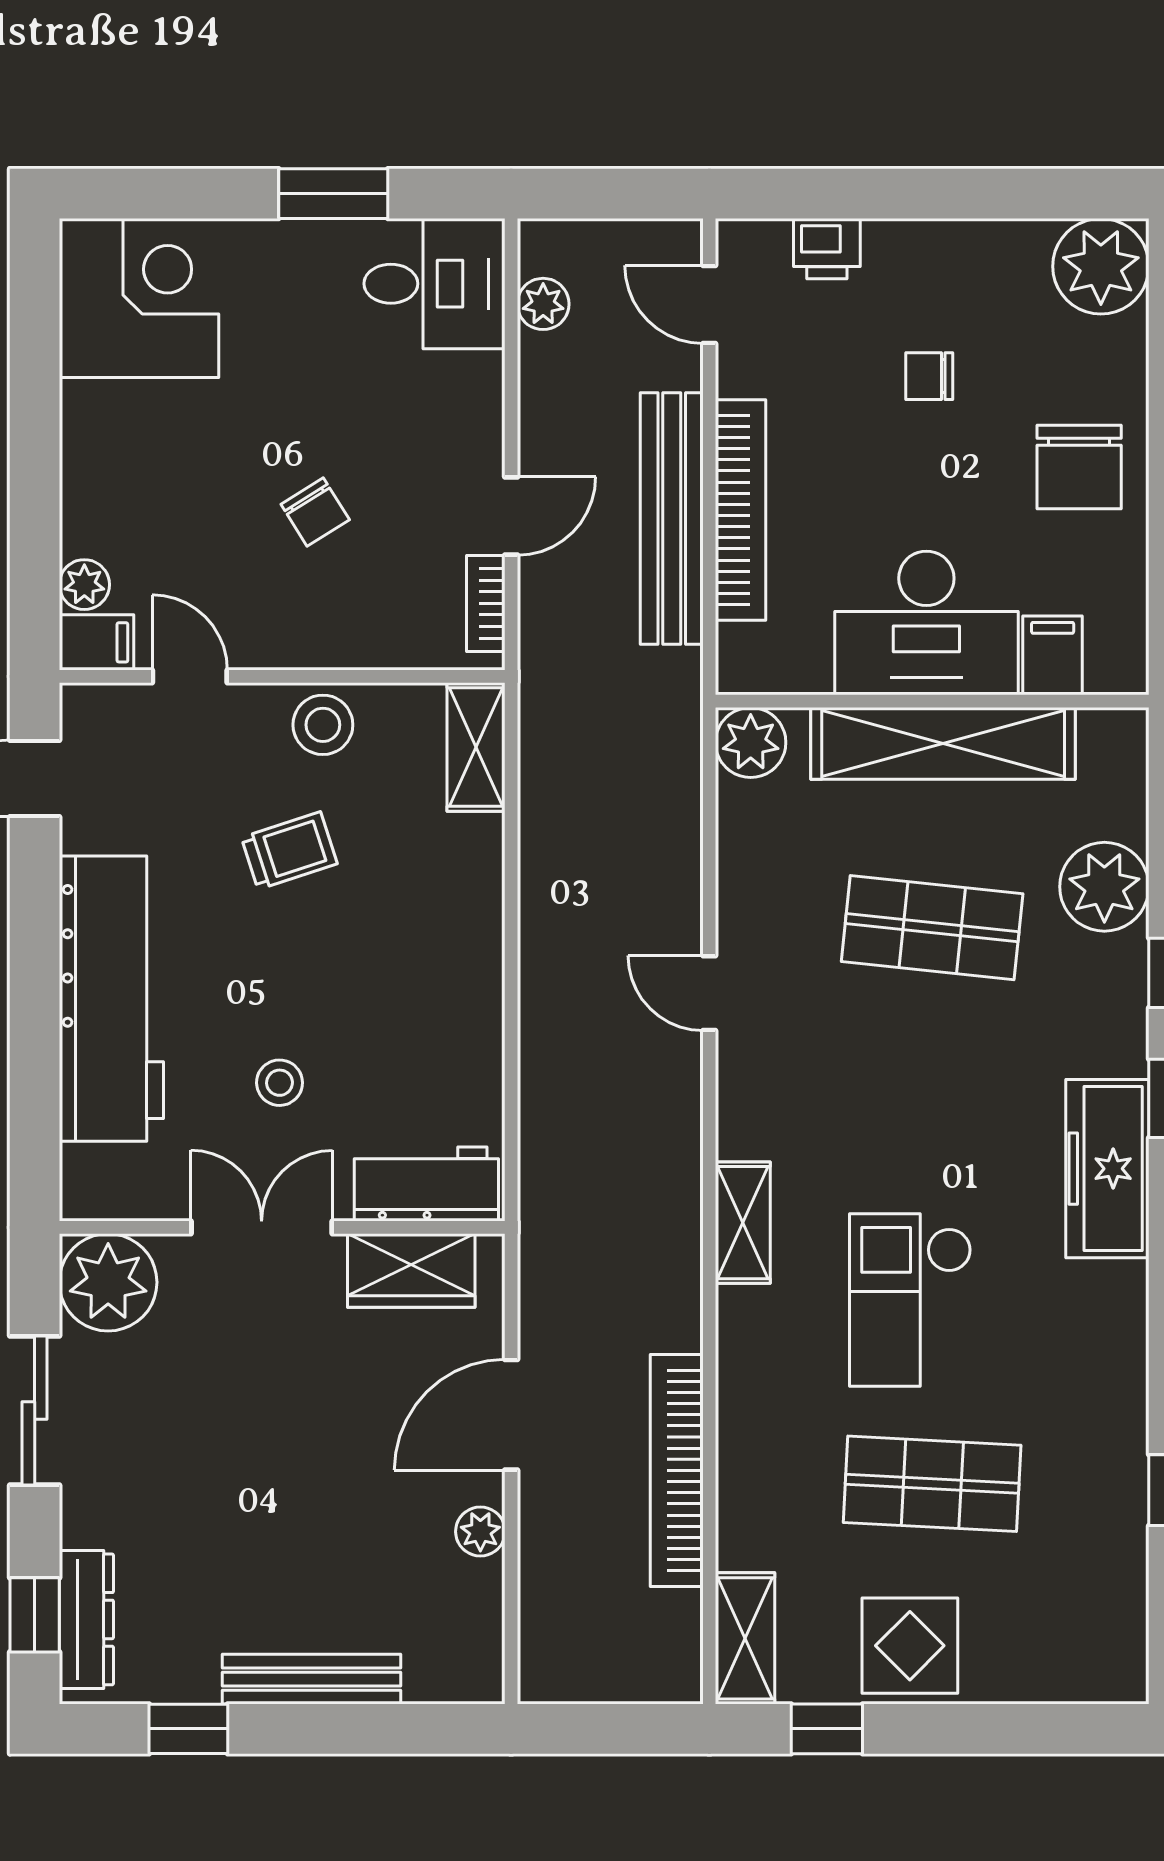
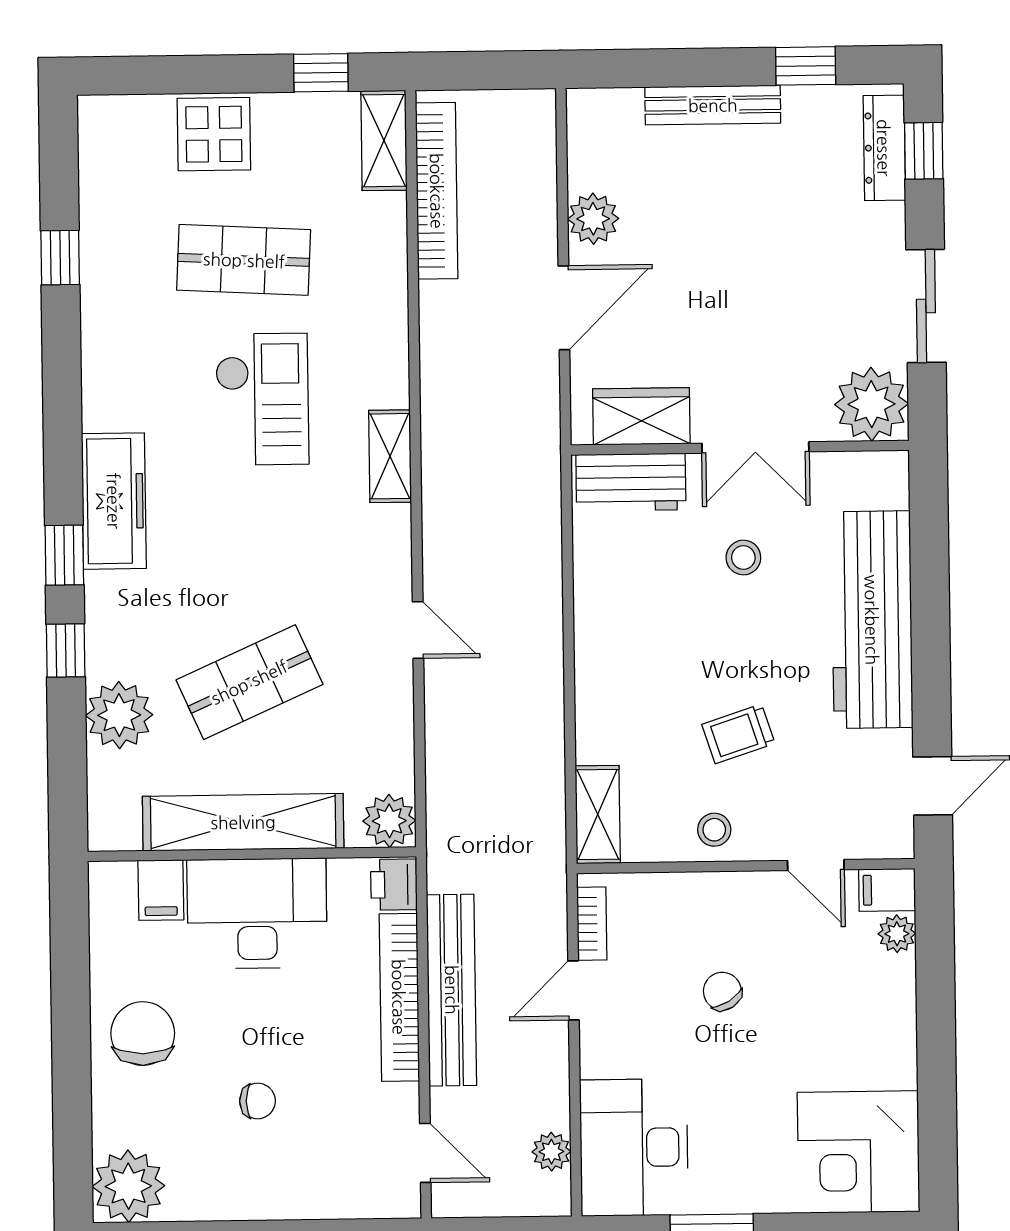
printer: (827, 249) -> (394, 885), moved, turned -90
desk: (435, 284) -> (634, 1147), width x1.37
stool: (323, 725) -> (714, 830), width x0.73, depth x0.73
shop shelf: (932, 928) -> (249, 682), turned -30
bookcase: (677, 1470) -> (437, 191), moved
plant: (480, 1532) -> (593, 219), width x1.38, depth x1.38
display table: (910, 1646) -> (214, 134), moved

